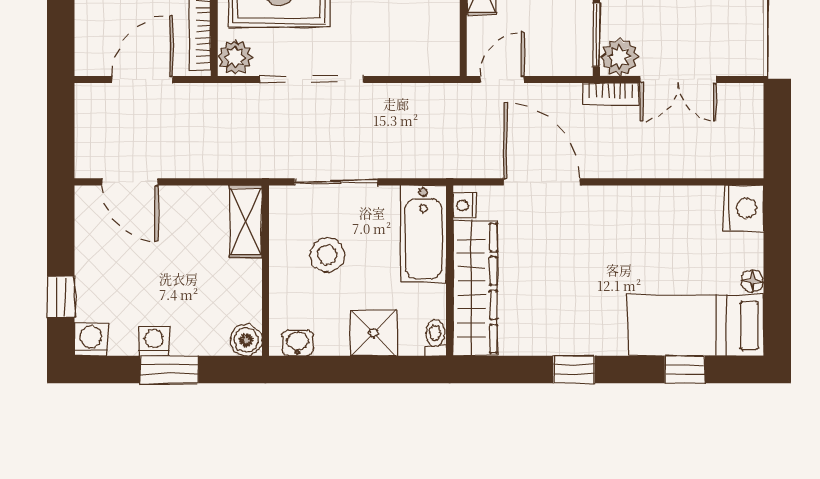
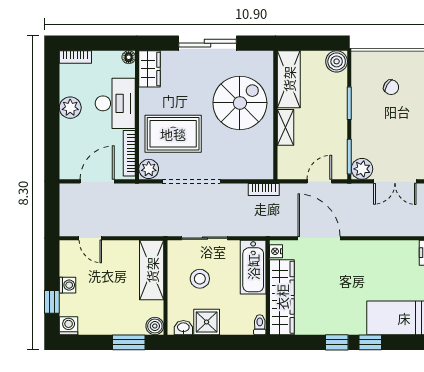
door: (502, 80) -> (319, 181), moved
bookcase: (611, 94) -> (264, 189), moved
door: (130, 182) -> (90, 238), width x0.73
shelving: (246, 221) -> (152, 270), width x1.50, depth x1.33
shower: (374, 333) -> (207, 322), moved
washing machine: (154, 341) -> (68, 285), moved, turned 90
window: (169, 370) -> (129, 342), moved
window: (685, 370) -> (370, 342), moved

